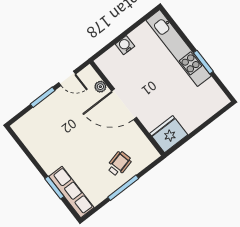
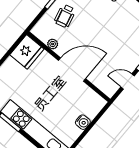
plant: (100, 87) -> (53, 44), moved

